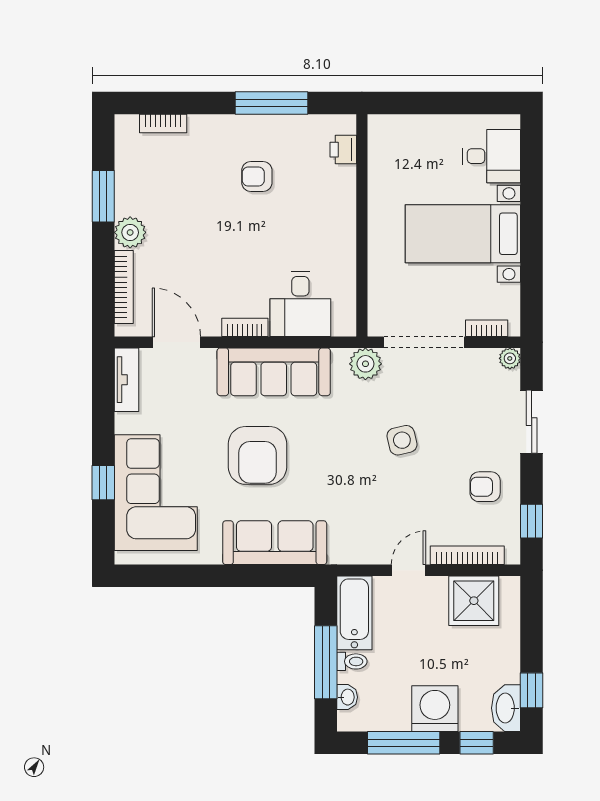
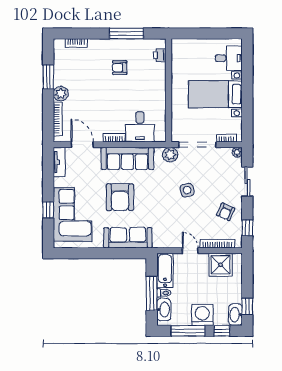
armchair: (485, 487) -> (226, 212), turned -66
door: (409, 570) -> (190, 251), hinge flipped
washbasin: (347, 697) -> (164, 310), width x1.91, depth x1.45

